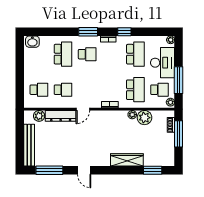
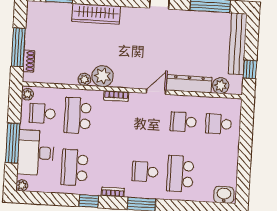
window: (179, 80) -> (13, 143), moved
plant: (144, 118) -> (103, 76), moved
window: (20, 128) -> (250, 69), added

